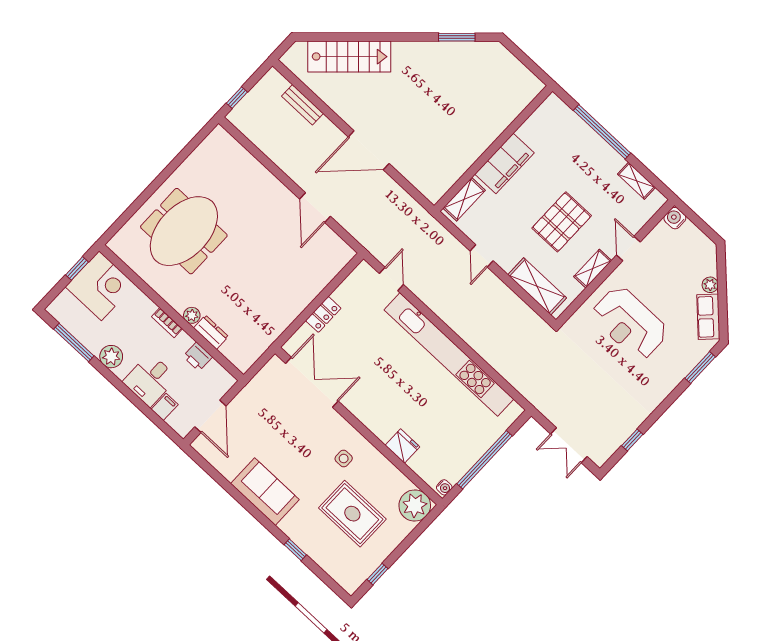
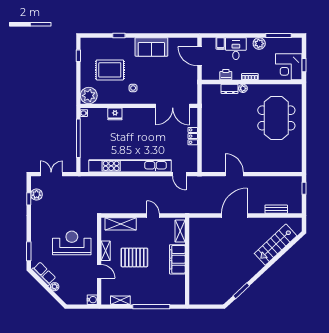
pallet: (562, 222) -> (134, 257), turned 90
plant: (616, 436) -> (37, 194), added

